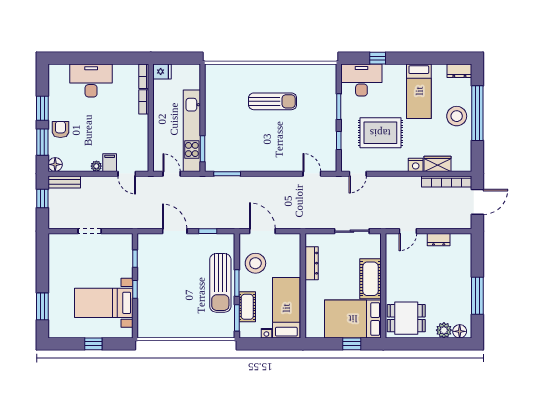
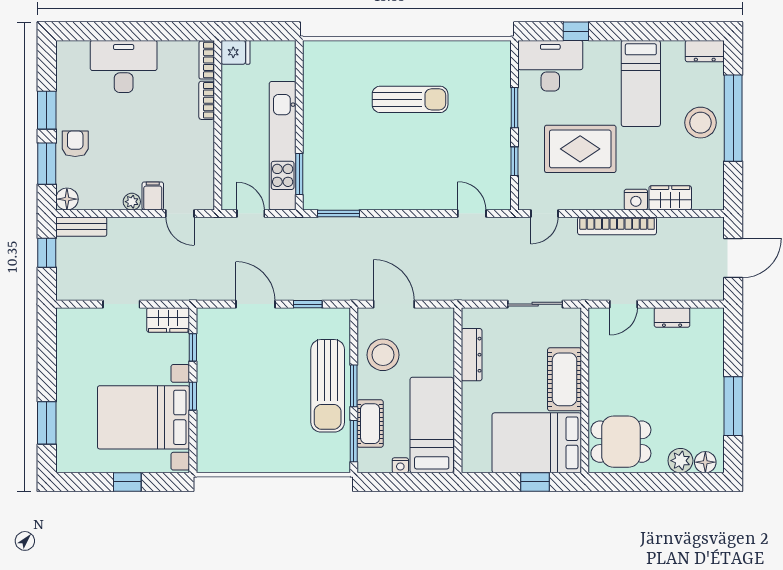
bookcase: (447, 182) -> (617, 226), moved
wardrobe: (119, 241) -> (168, 320), added
bed with nightstands: (104, 303) -> (143, 417), width x1.36

